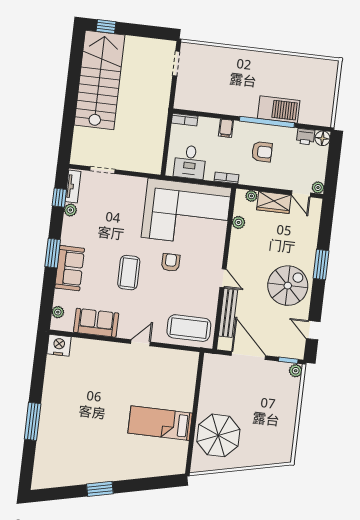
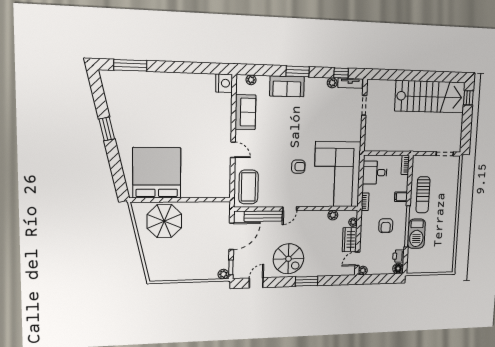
sun lounger: (227, 97) -> (423, 195), added
coffee table: (129, 273) -> (288, 134), removed
window: (33, 421) -> (130, 65), moved
bed: (160, 423) -> (157, 173), width x2.04

